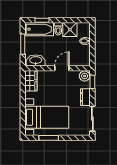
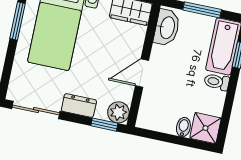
shower: (70, 30) -> (205, 128), moved
door: (62, 68) -> (142, 73), swing flipped

